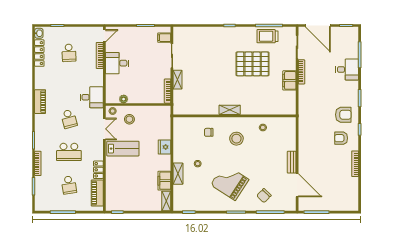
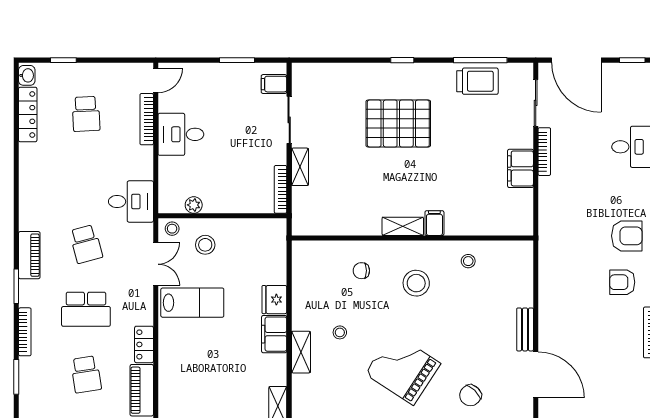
trolley: (268, 36) -> (477, 81), turned 180
pallet: (253, 64) -> (398, 123), moved
piano: (40, 102) -> (29, 255), moved
filing cabinet: (246, 108) -> (434, 223), added
filing cabinet: (164, 181) -> (274, 334), moved

